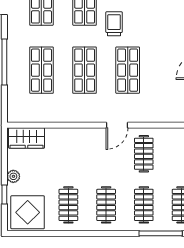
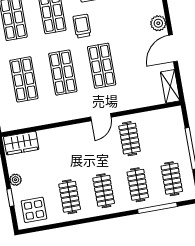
display table: (28, 212) -> (34, 210), width x0.73, depth x0.73

